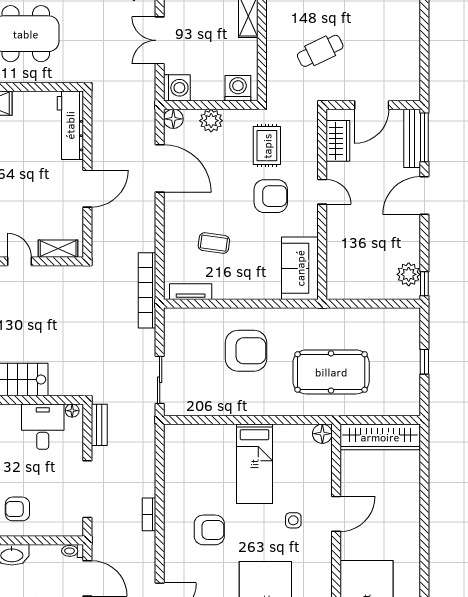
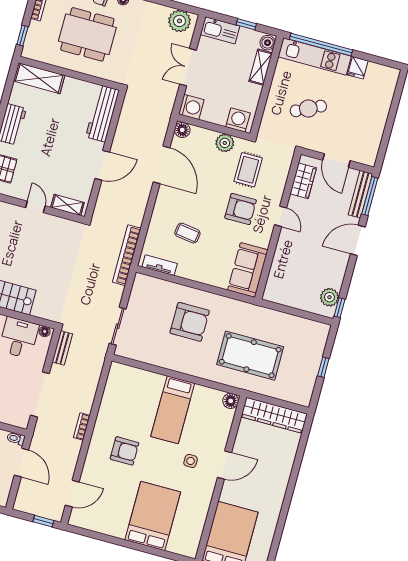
door: (372, 105) -> (336, 160), hinge flipped
plant: (211, 121) -> (225, 143), moved

